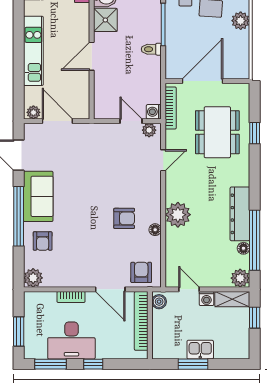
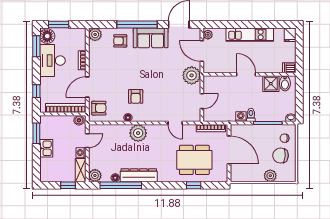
washing machine: (154, 112) -> (241, 117), moved
door: (57, 121) -> (202, 51), swing flipped
plant: (149, 130) -> (192, 75), moved, width x1.88, depth x1.88
floor lamp: (36, 348) -> (47, 36), added
window: (93, 364) -> (36, 91), moved
window: (193, 364) -> (36, 133), moved

